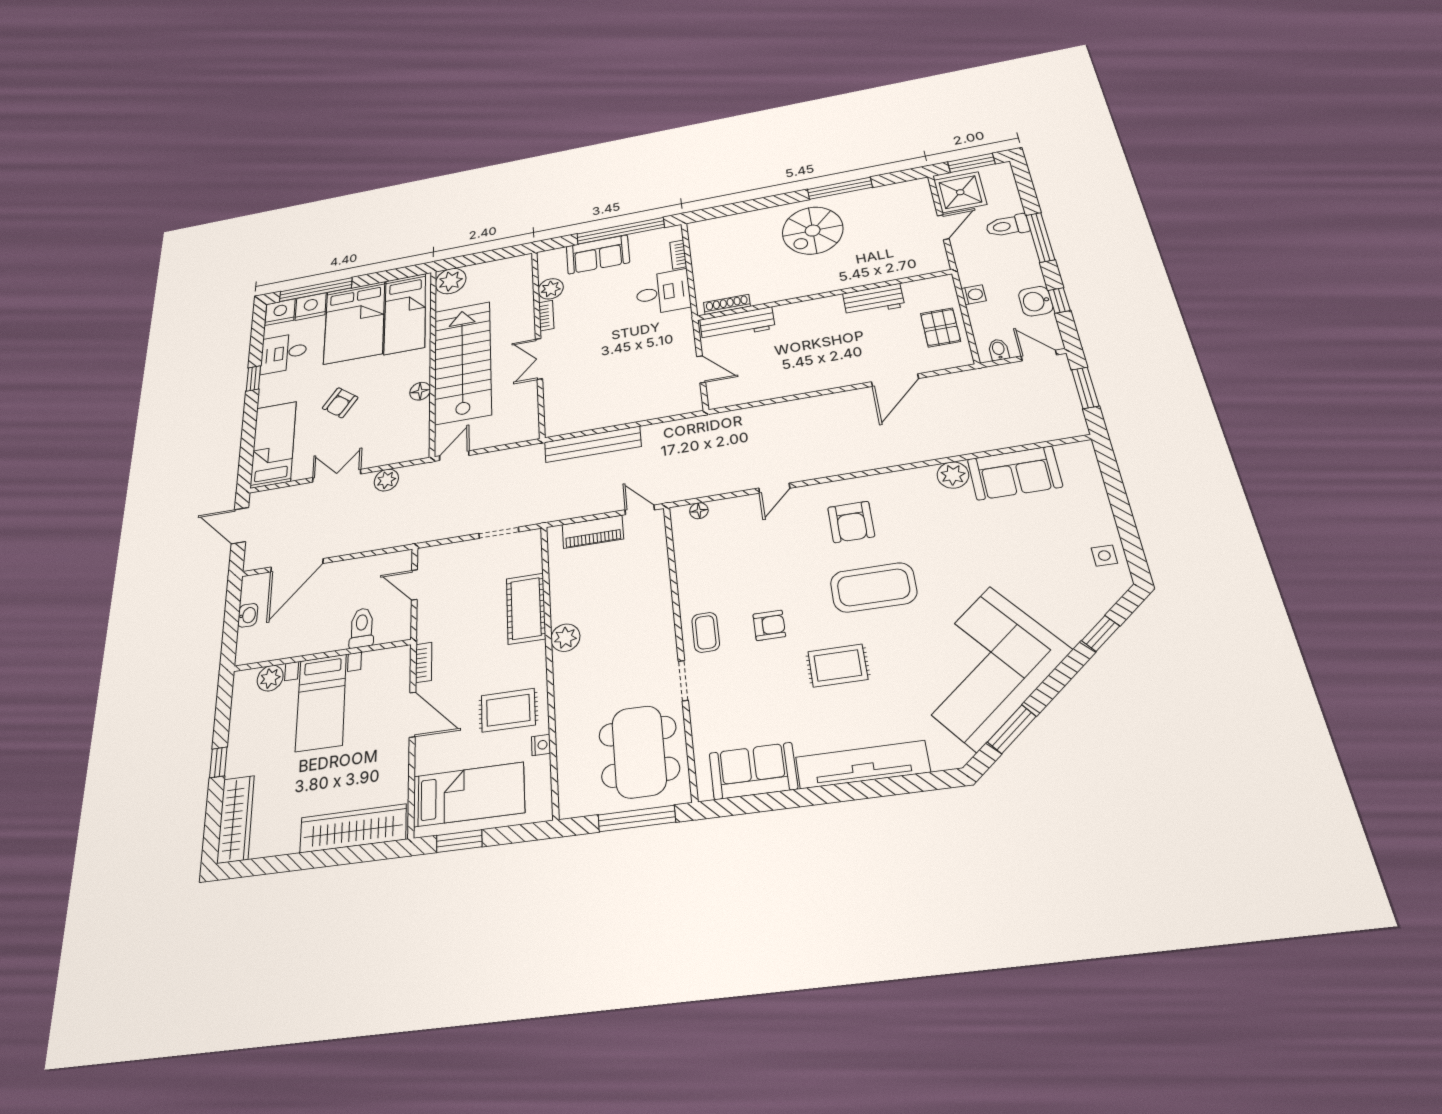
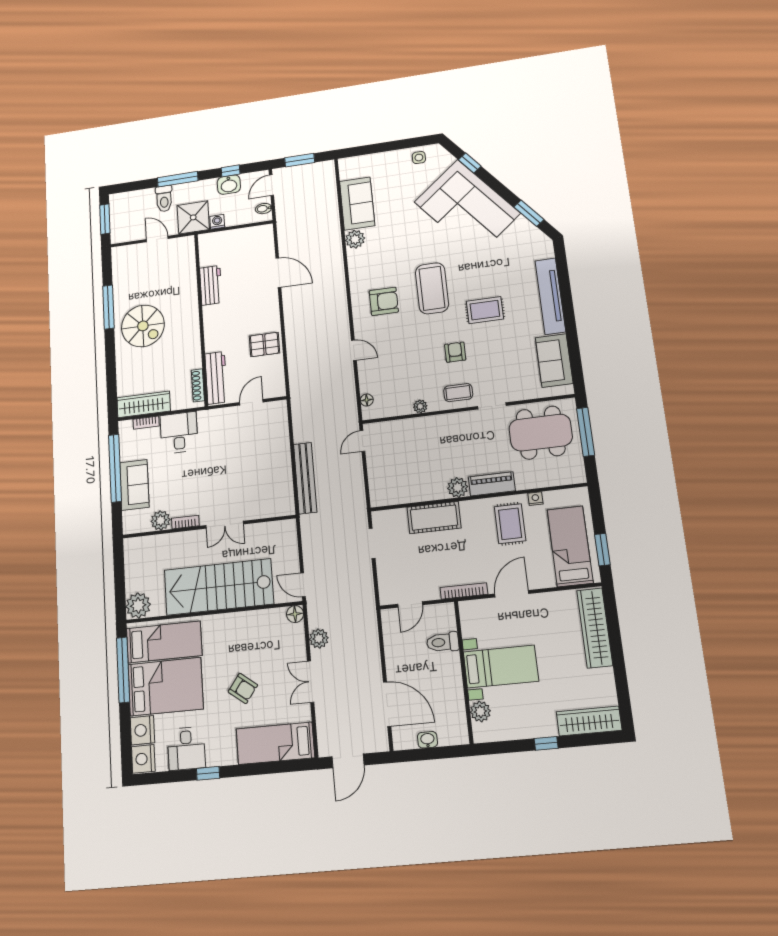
shower: (960, 192) -> (193, 217), moved
wardrobe: (703, 248) -> (144, 404), added
window: (316, 290) -> (123, 670), moved
pallet: (940, 327) -> (264, 344), moved
floor lamp: (420, 391) -> (295, 614), moved
piano: (593, 532) -> (492, 484), moved, turned -90
plant: (687, 582) -> (420, 406), added
bookcase: (424, 662) -> (464, 591), width x1.56
rug: (838, 666) -> (485, 310), turned 90
corner sofa: (984, 667) -> (467, 208), moved

